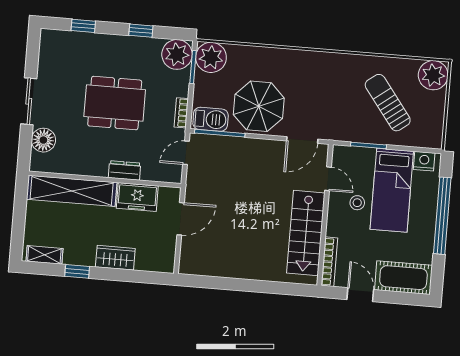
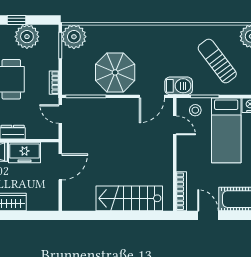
plant: (177, 54) -> (27, 37), moved
barbecue: (211, 119) -> (179, 86), moved
door: (186, 153) -> (60, 114), hinge flipped
stool: (357, 203) -> (195, 110), moved
stairs: (306, 233) -> (129, 198), moved, turned 90

